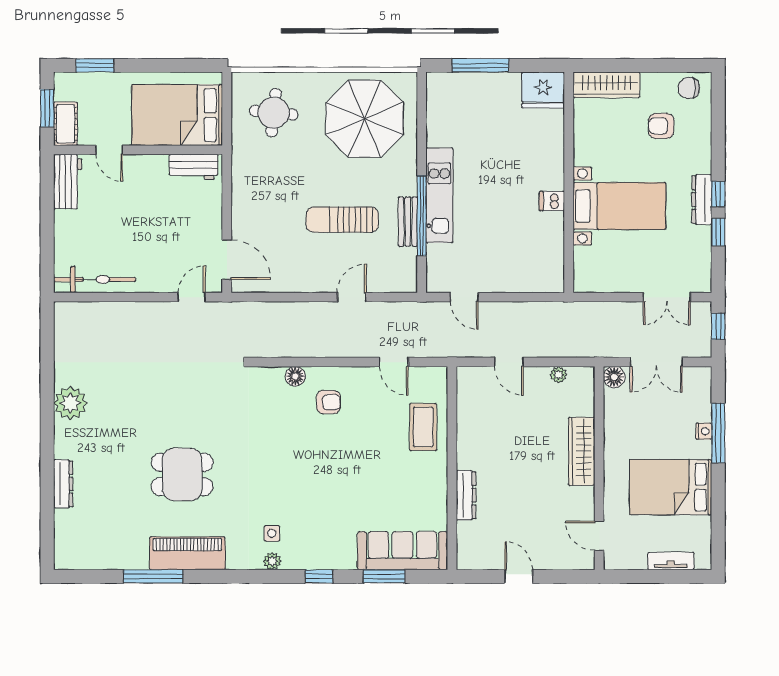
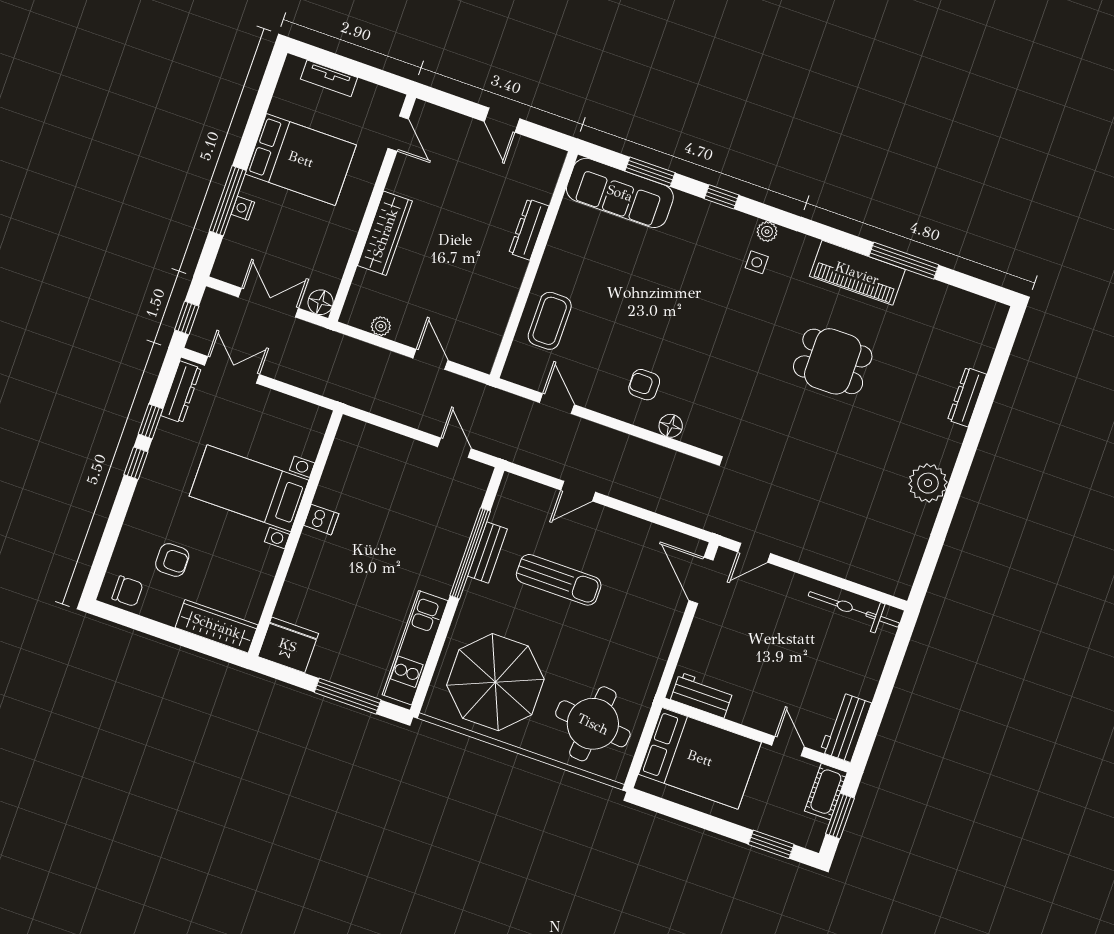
round table: (274, 113) -> (593, 724), width x1.36, depth x1.36
kitchen unit: (439, 195) -> (415, 648), moved
dresser: (702, 200) -> (181, 392), moved

